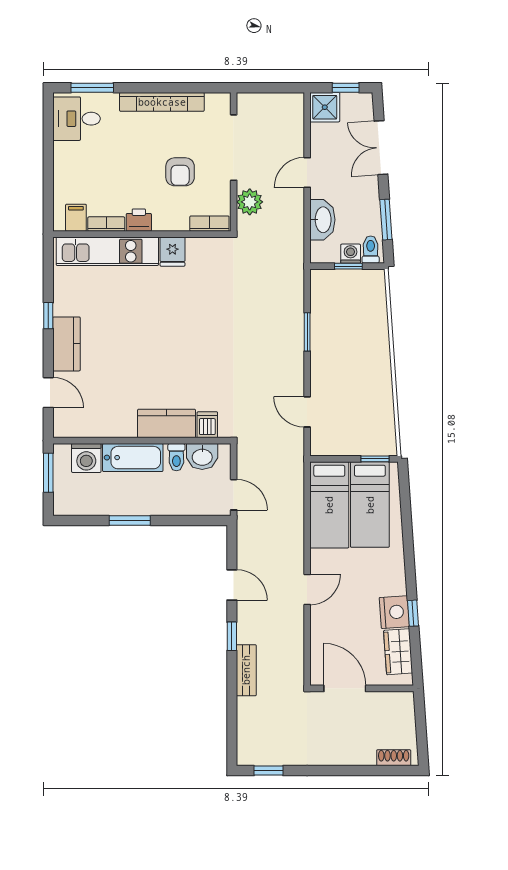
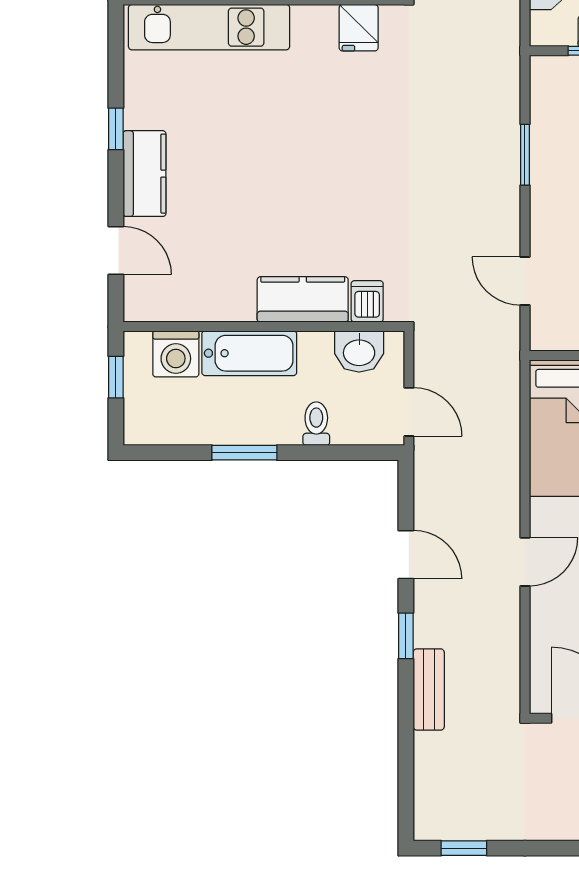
fridge: (172, 252) -> (359, 28), moved
toilet: (176, 457) -> (316, 424), moved, turned 180
window: (48, 473) -> (116, 377), width x0.67

